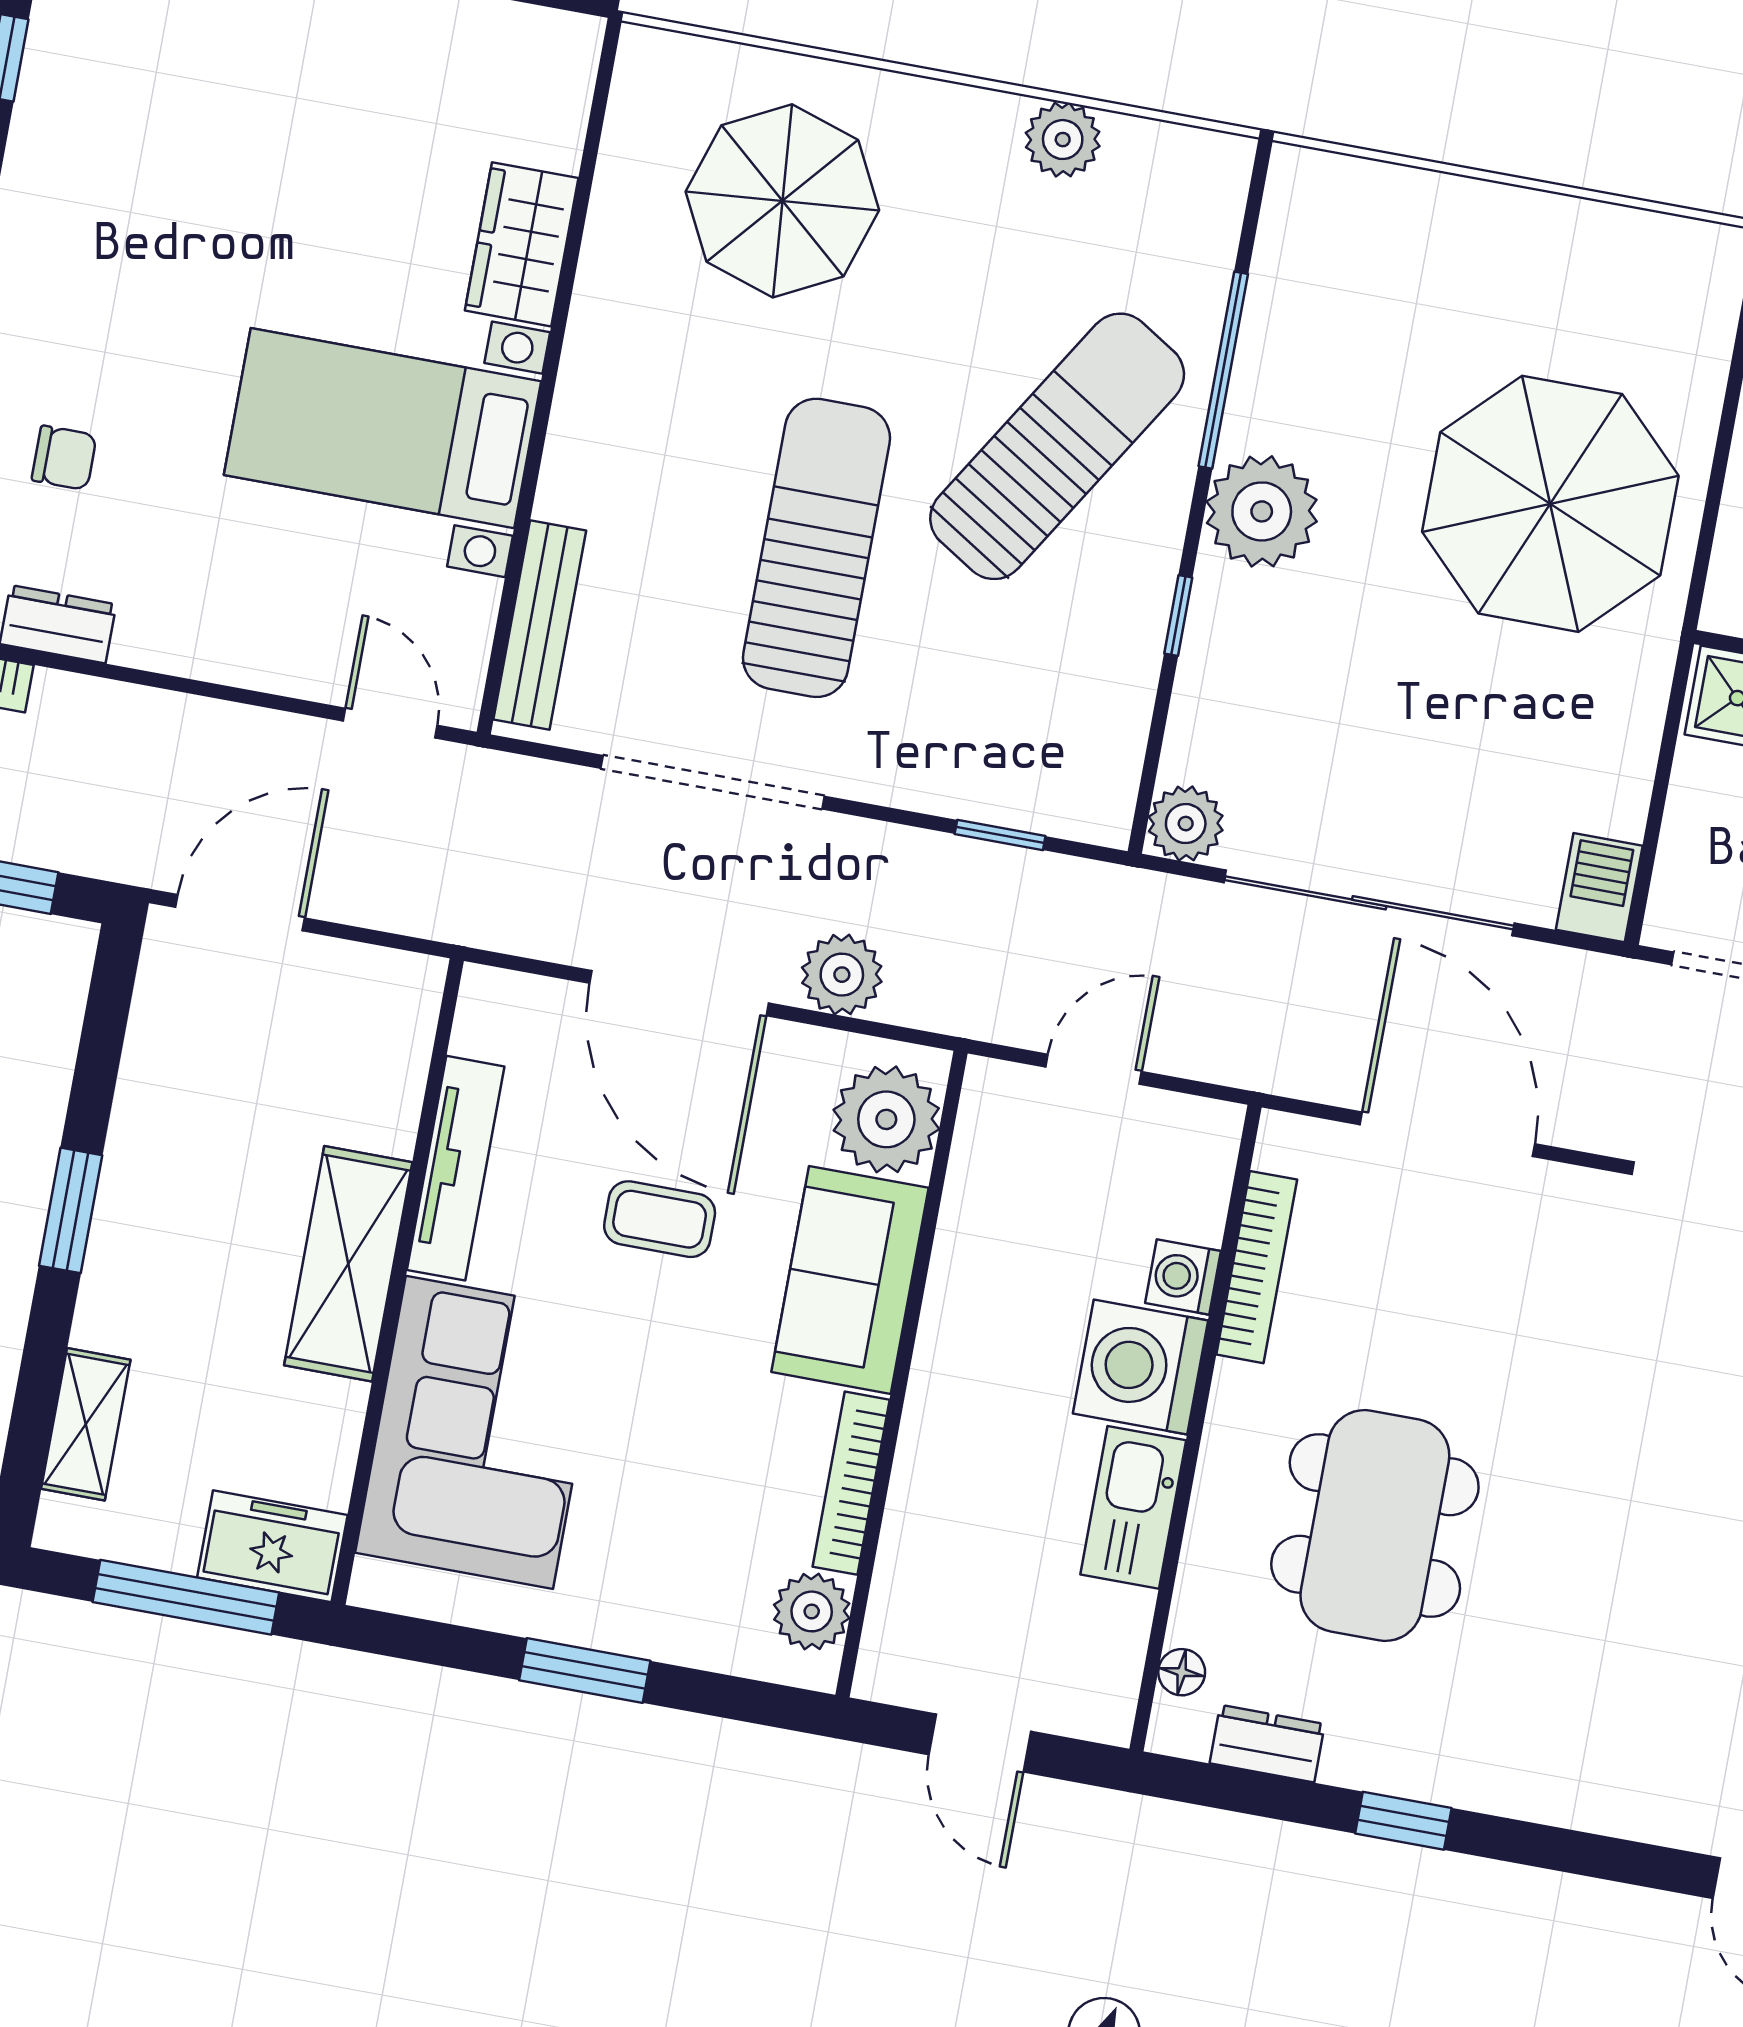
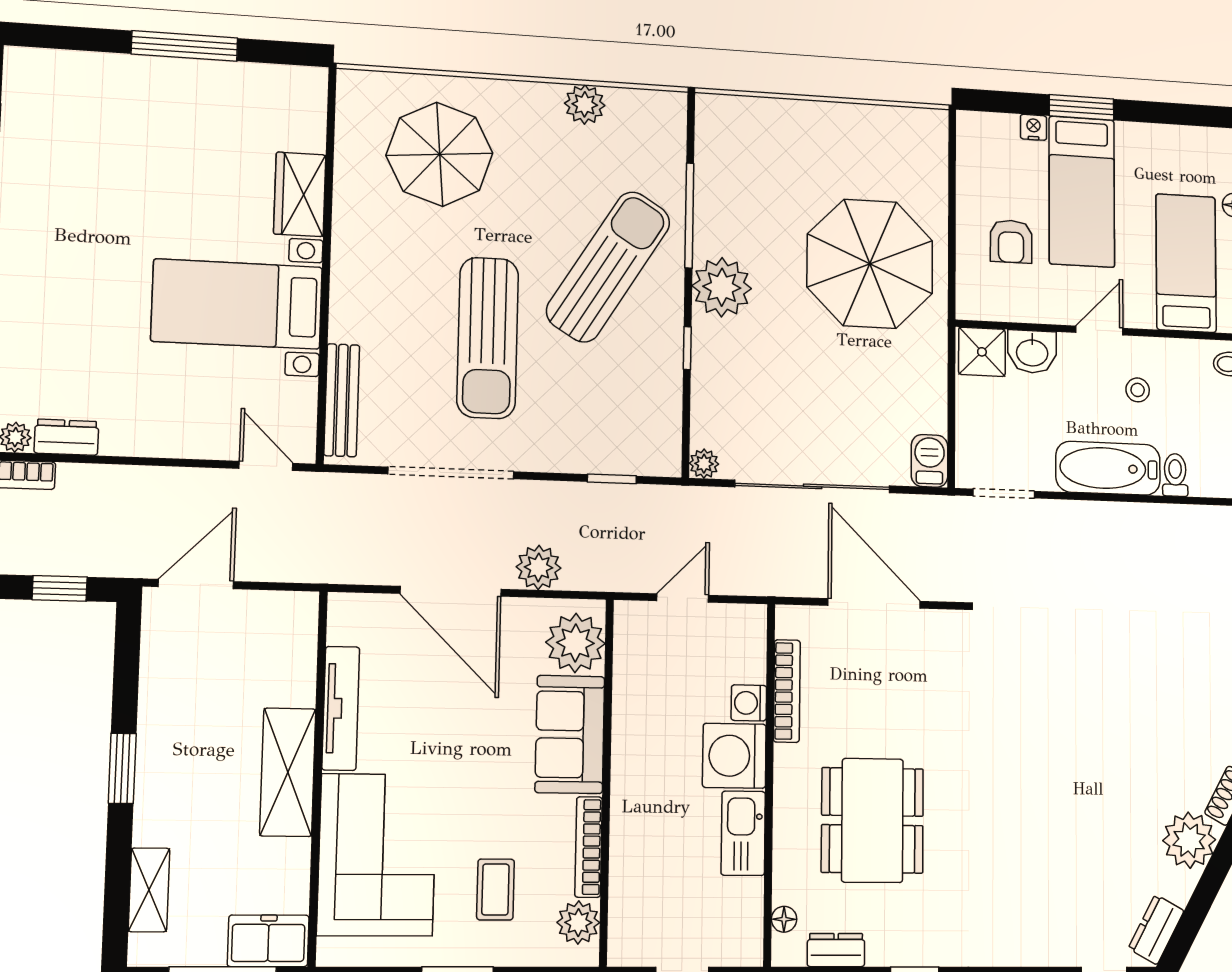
chair: (64, 458) -> (57, 344), removed
sun lounger: (816, 548) -> (488, 338), turned 180
plant: (1186, 824) -> (704, 464), width x0.73, depth x0.73
coffee table: (660, 1219) -> (495, 890), moved, turned 90

